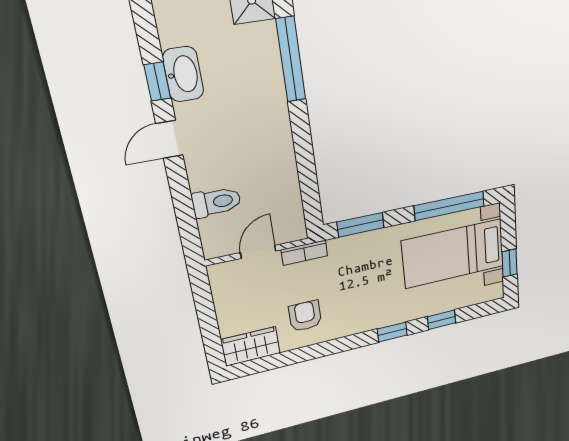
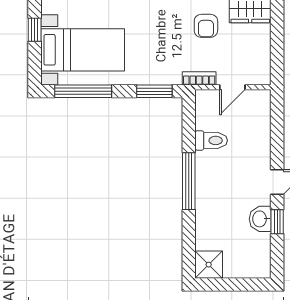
window: (291, 59) -> (189, 181), moved
washbasin: (183, 74) -> (260, 219), width x0.72
toilet: (216, 202) -> (211, 140), moved, turned 180

